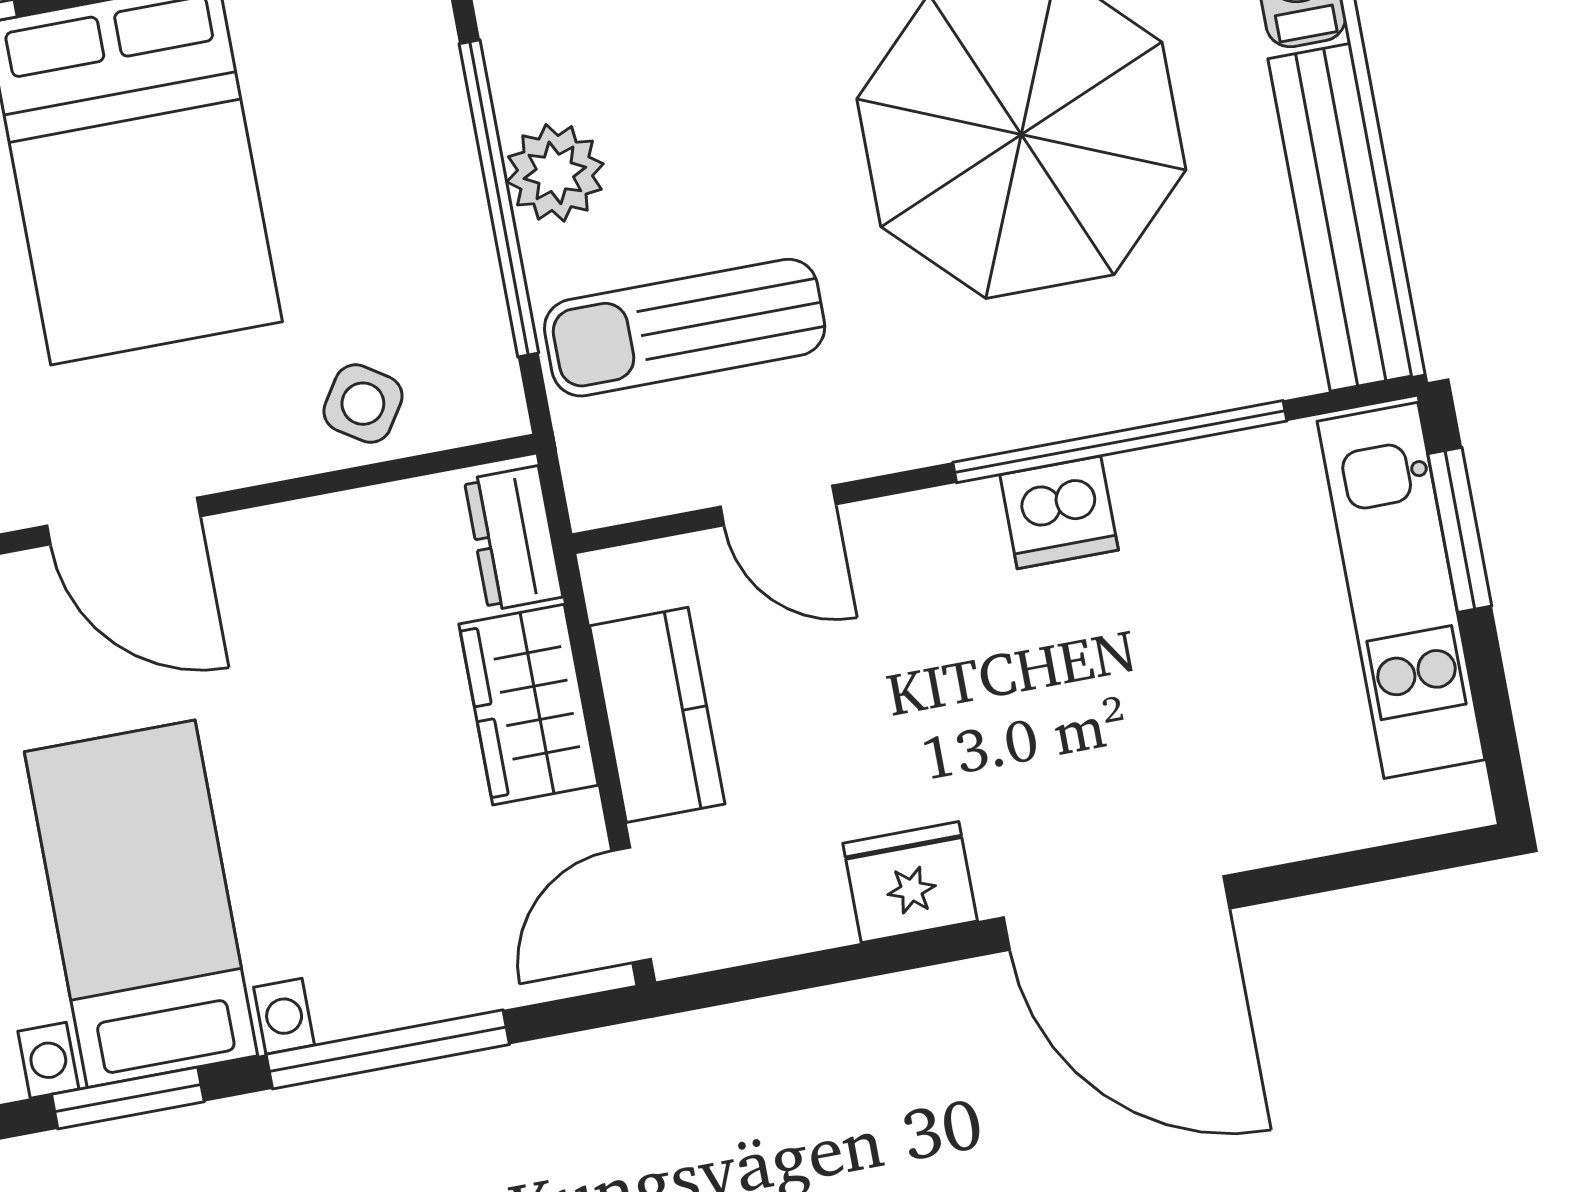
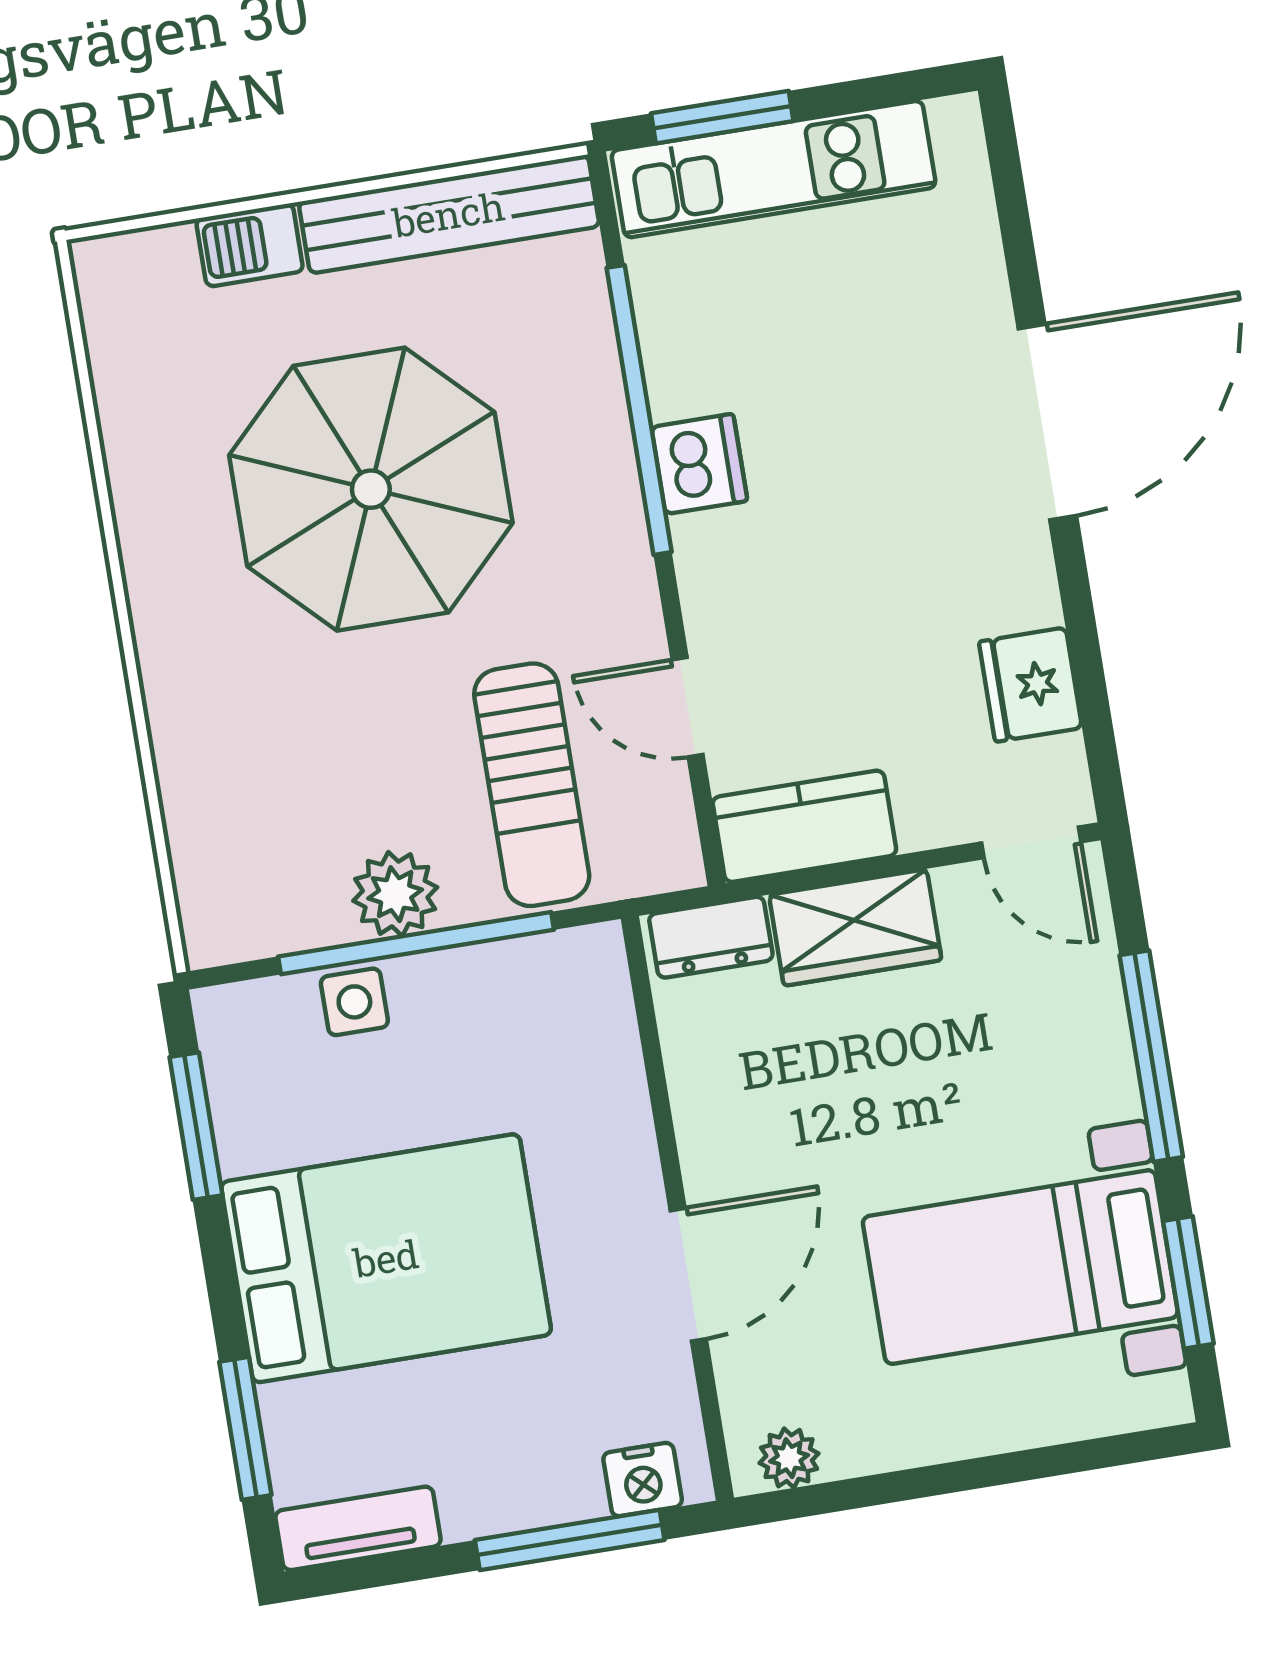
side table: (363, 404) -> (354, 1002), moved, turned -33
door: (778, 506) -> (688, 707), swing flipped
kitchen counter: (657, 715) -> (804, 826), moved
fridge: (910, 882) -> (1030, 685), moved

